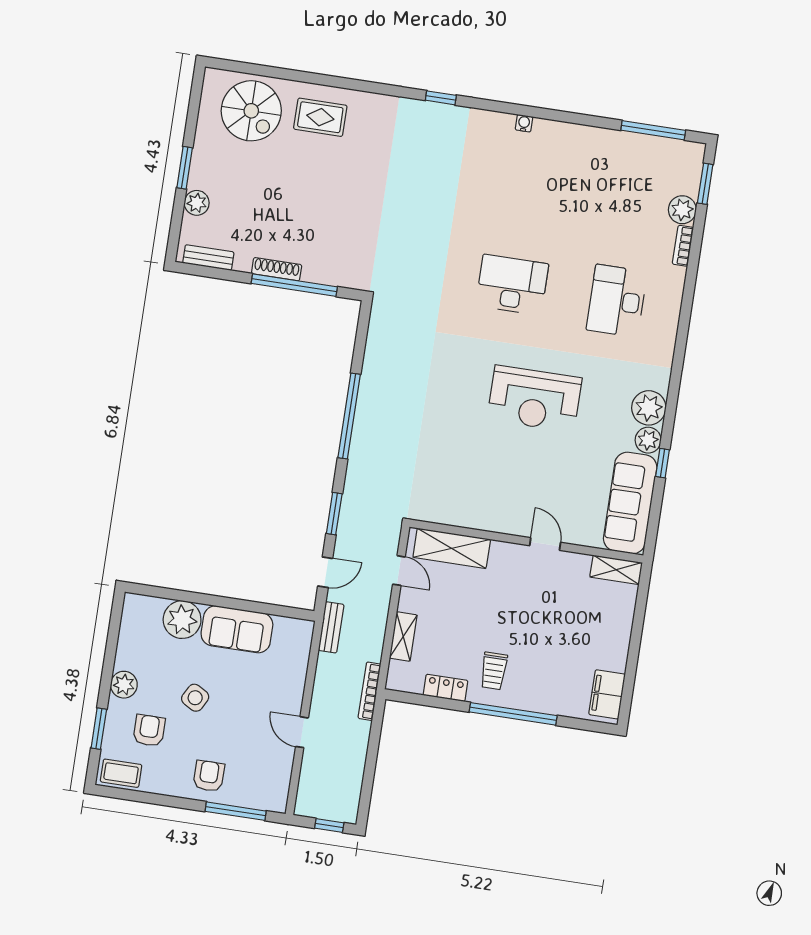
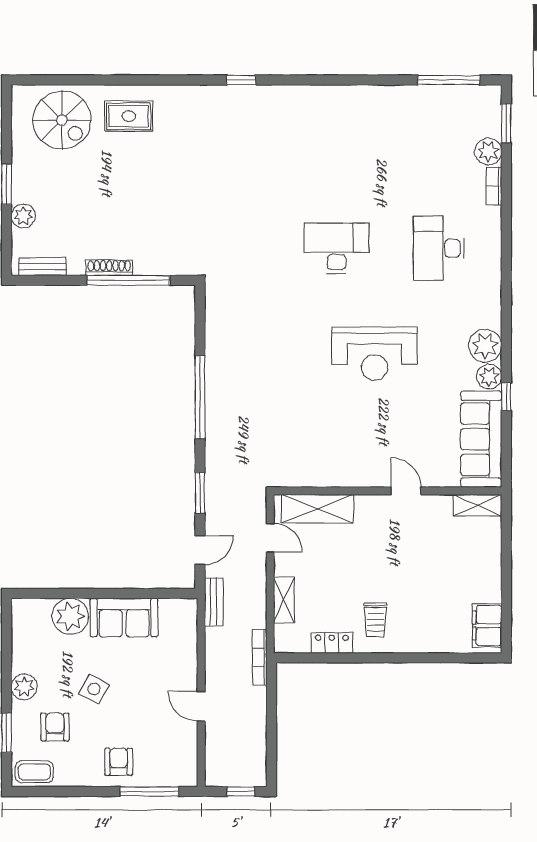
water cooler: (524, 123) -> (324, 92), removed
window: (513, 714) -> (400, 658), removed

